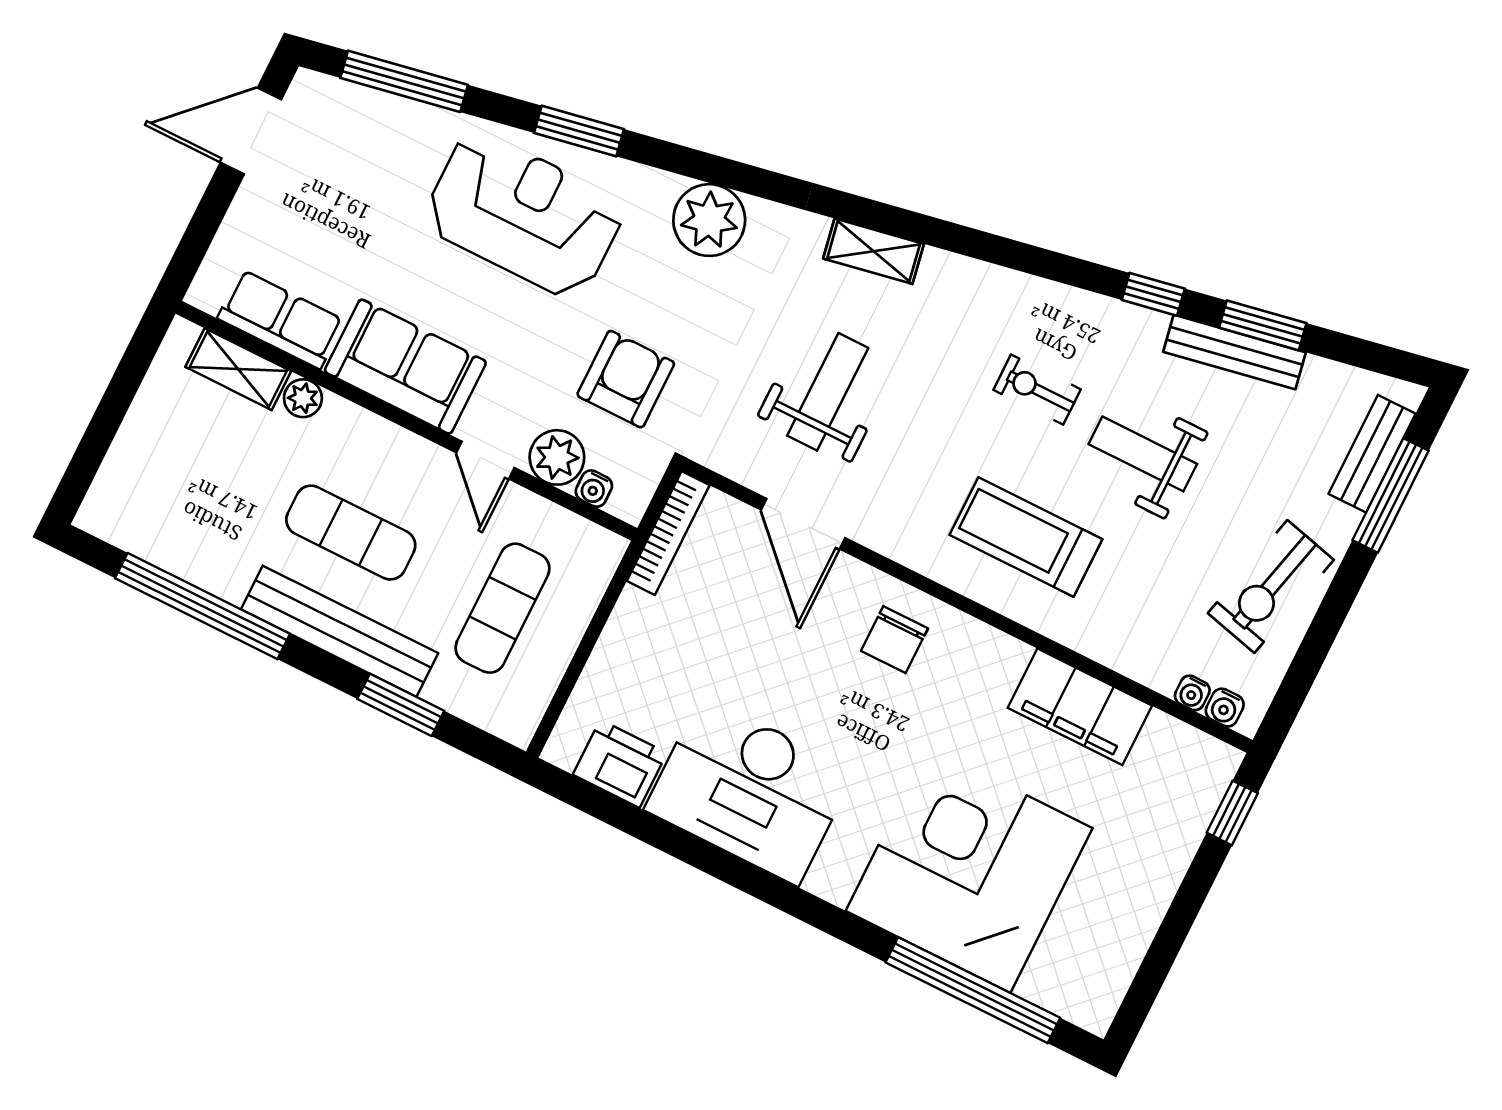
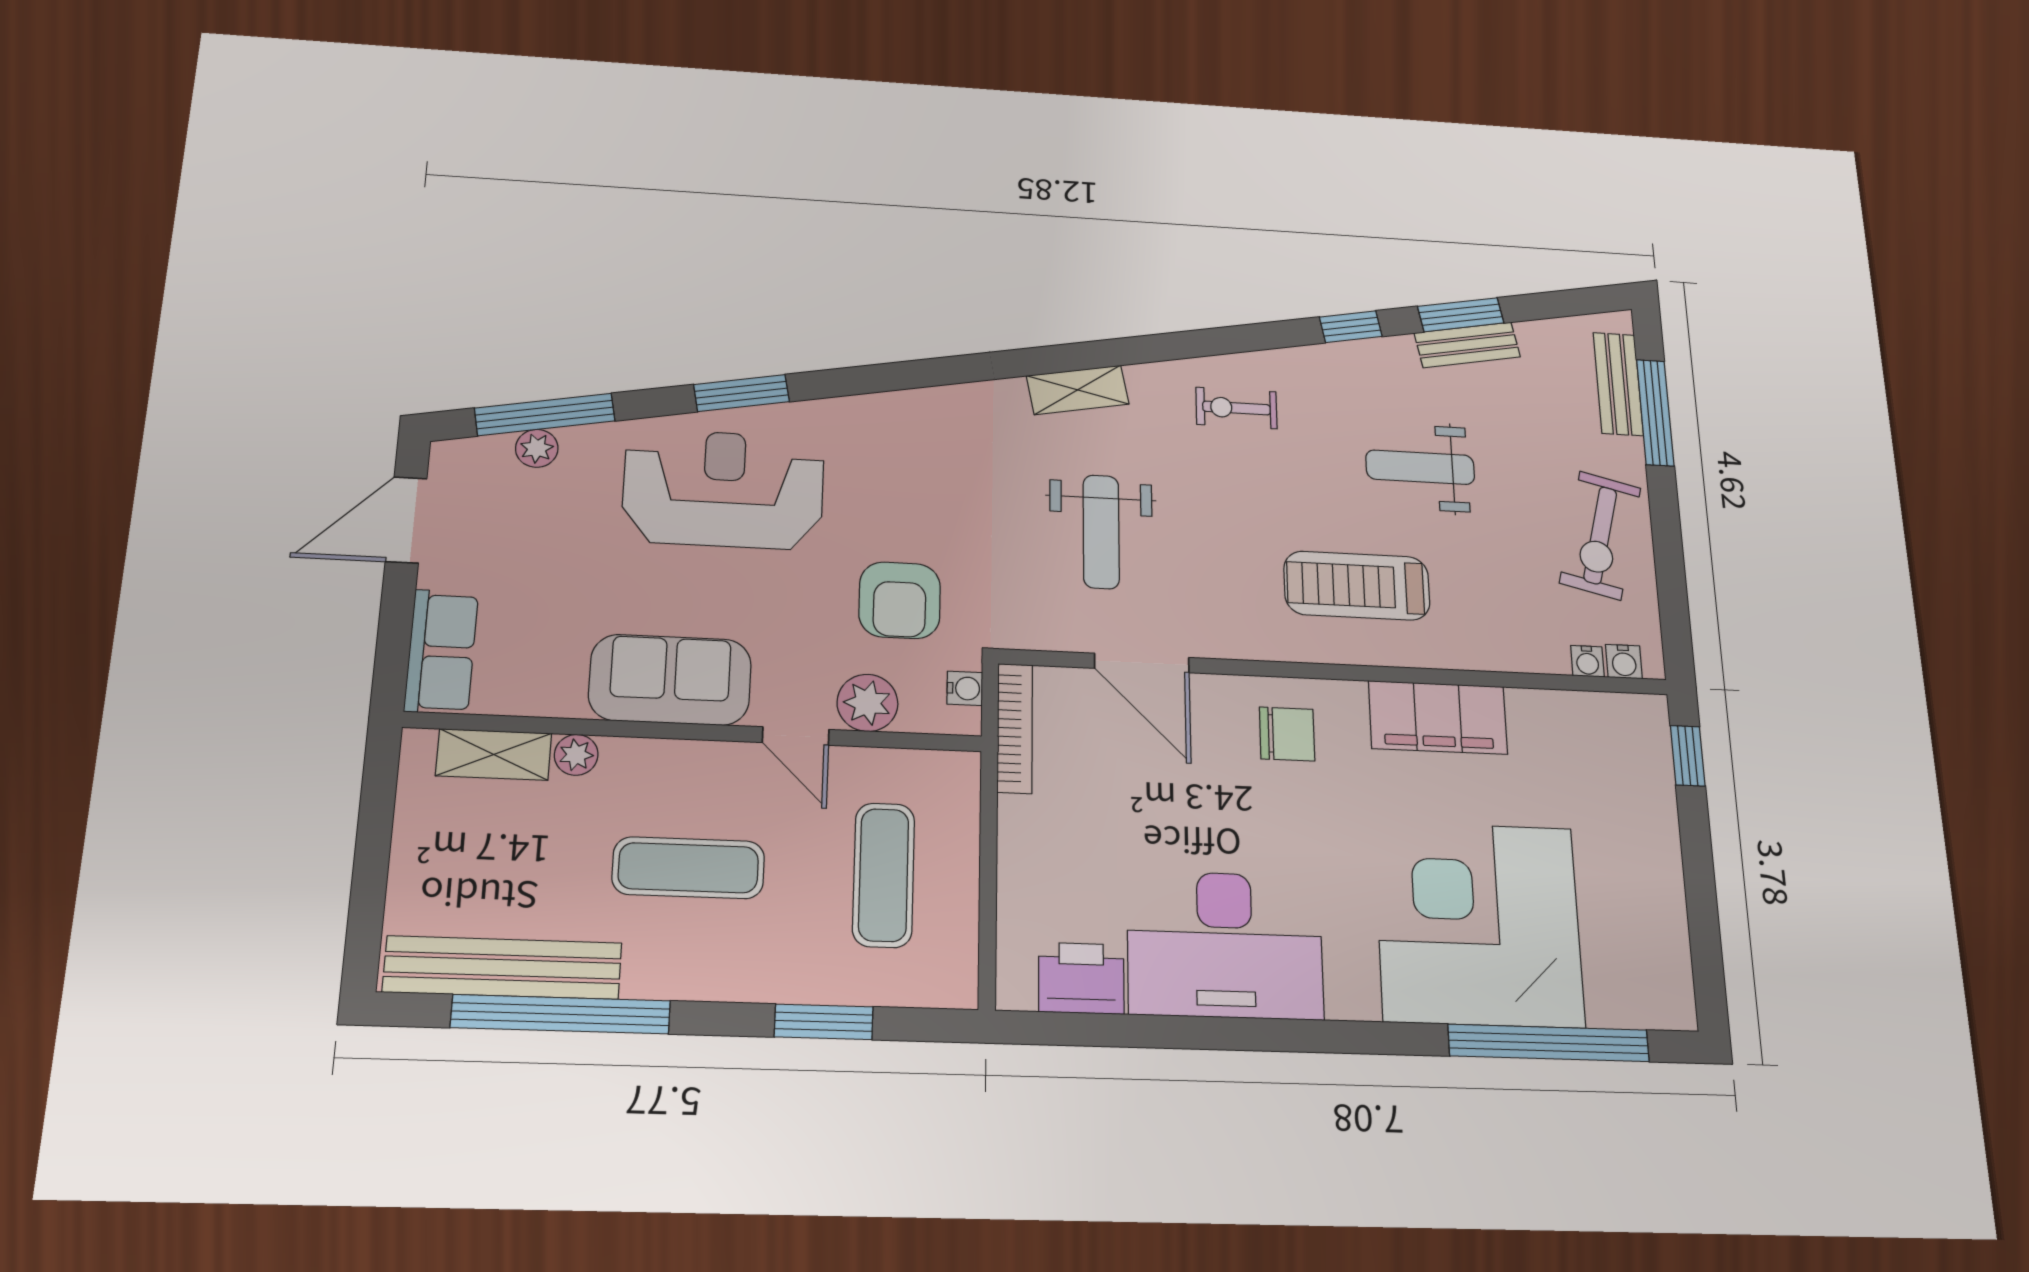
plant: (709, 220) -> (537, 448), moved, width x0.53, depth x0.53
row of seats: (281, 319) -> (441, 652), moved, turned 90
bench: (1234, 352) -> (1467, 345), width x0.73
armchair: (626, 379) -> (900, 600), turned 180
exercise bike: (1037, 390) -> (1236, 408), moved
weight bench: (828, 392) -> (1101, 532), turned 180
water cooler: (594, 489) -> (965, 688), moved, turned -90
bench: (340, 631) -> (503, 968), moved
chair: (894, 640) -> (1287, 734), turned -90
filing cabinet: (1080, 707) -> (1438, 717), moved

